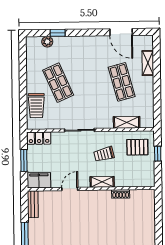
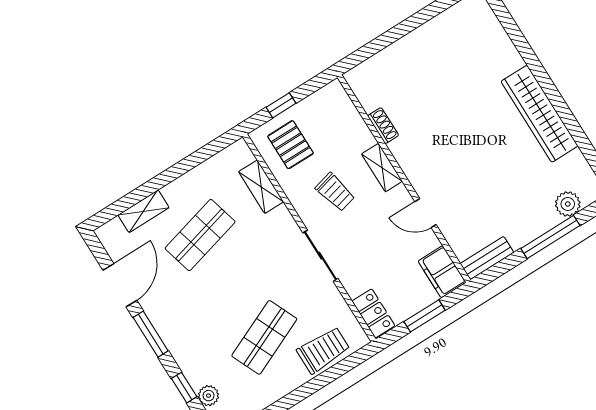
window: (91, 33) -> (151, 334), added

